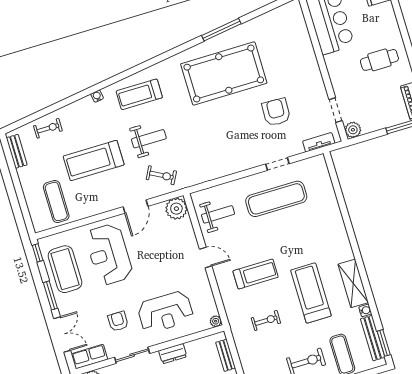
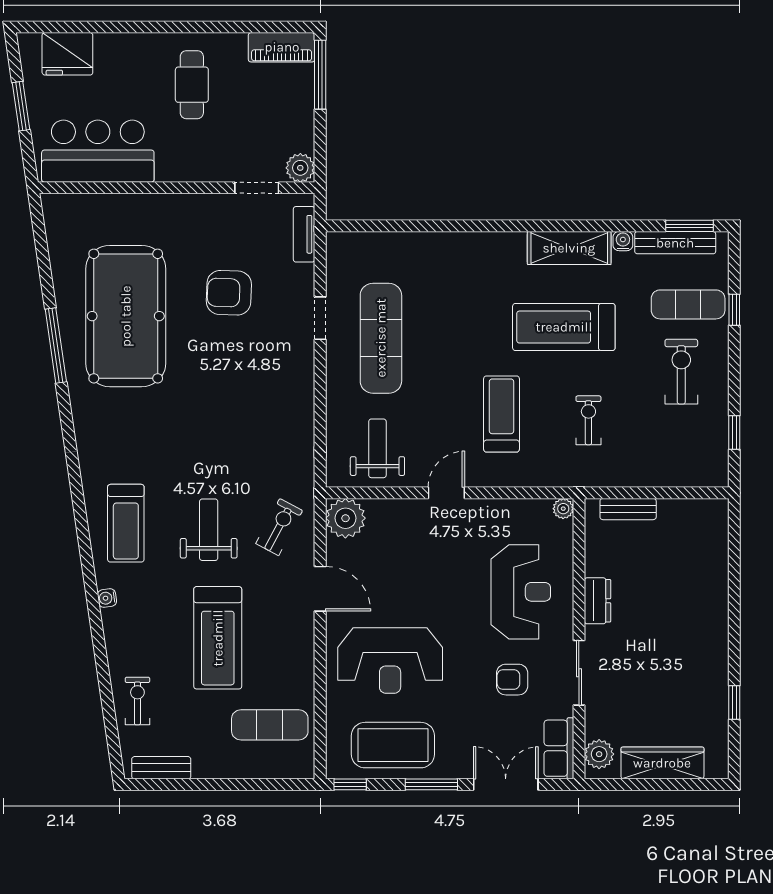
pool table: (224, 73) -> (126, 316), moved

